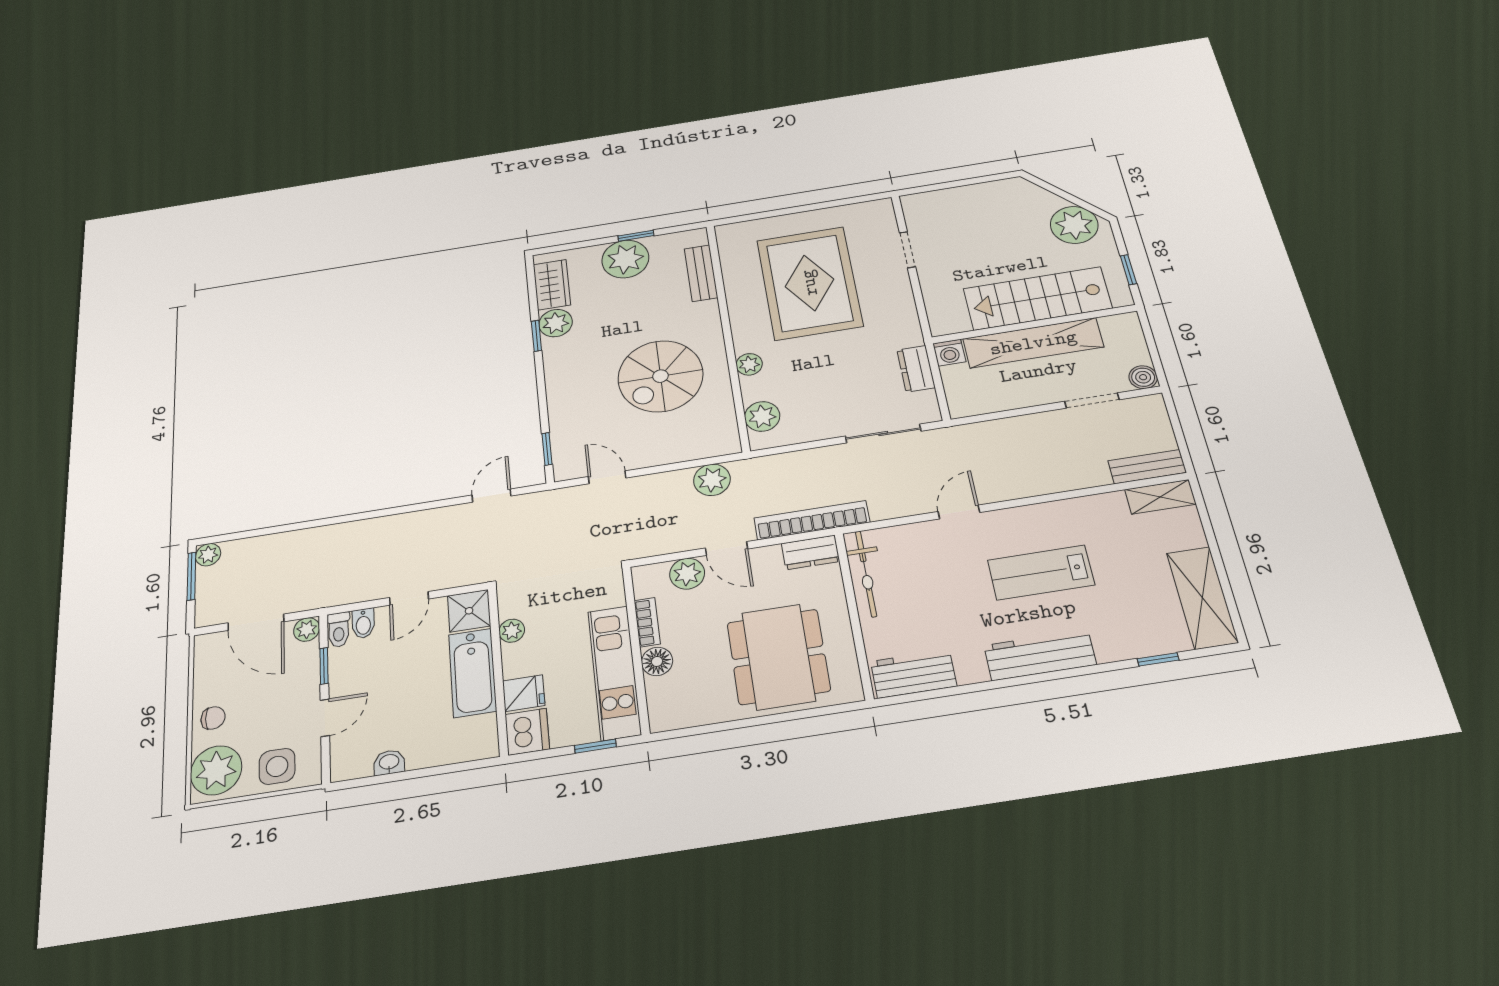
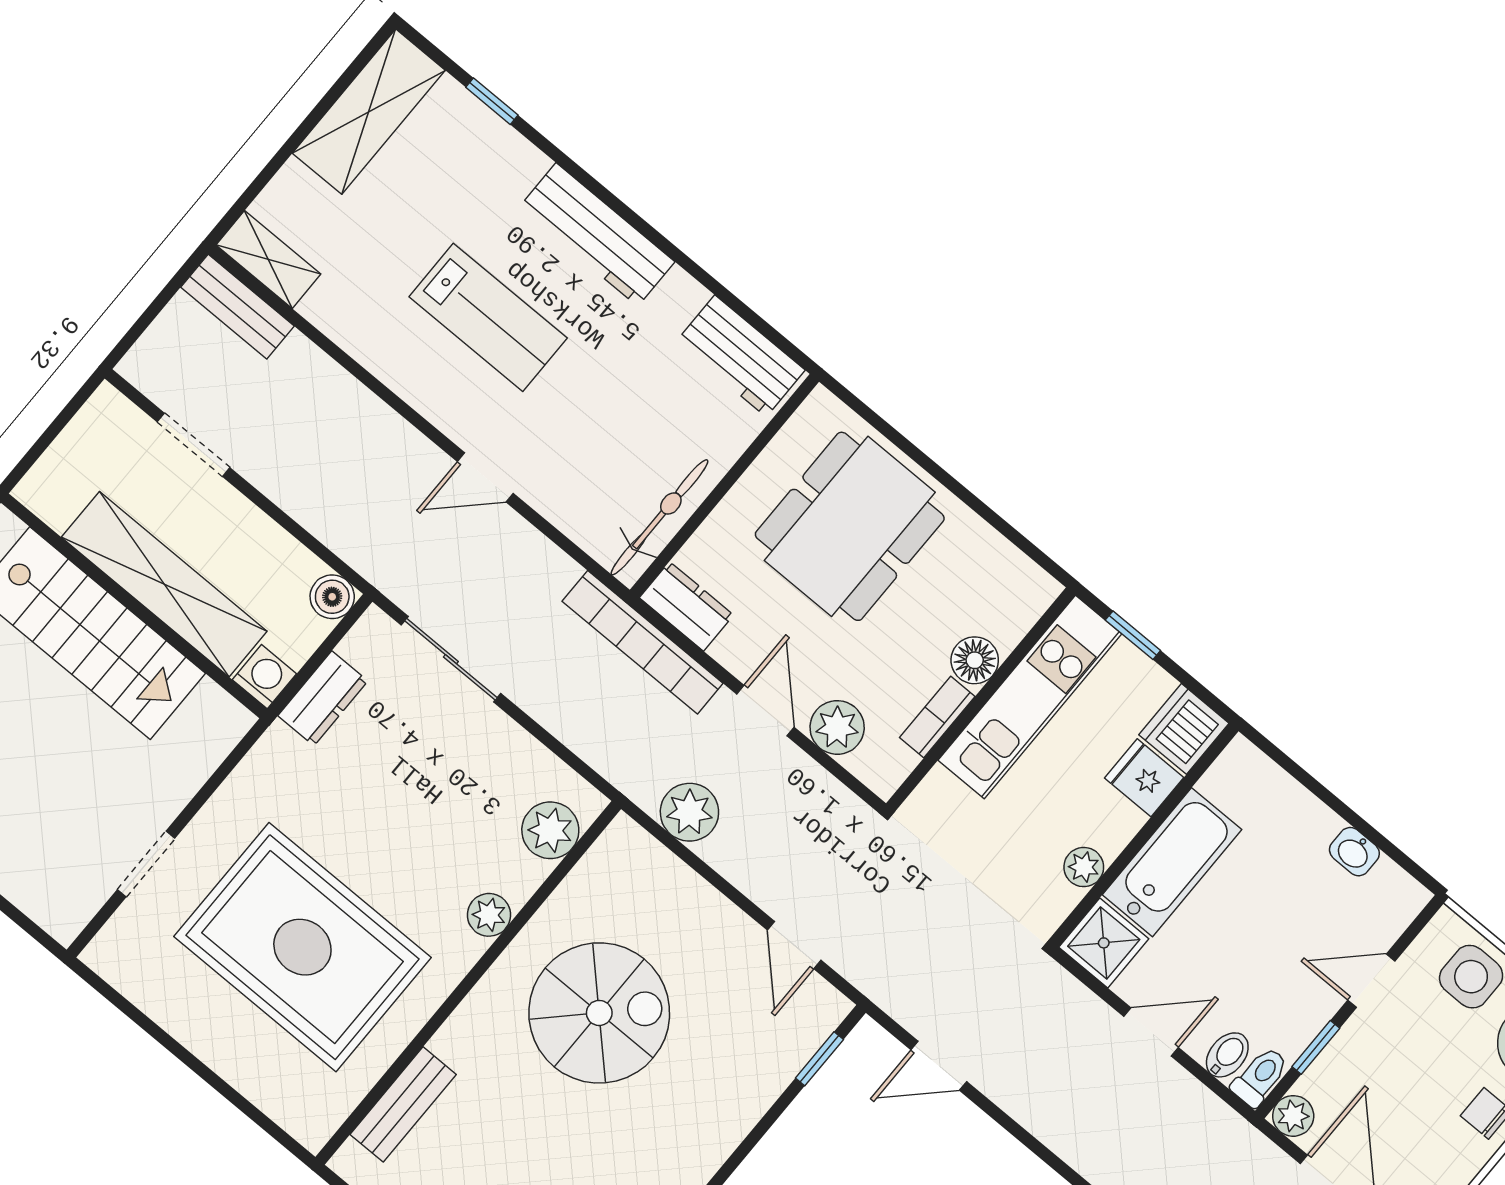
rug: (809, 283) -> (302, 947), turned 90
boiler: (1143, 377) -> (332, 597), moved

